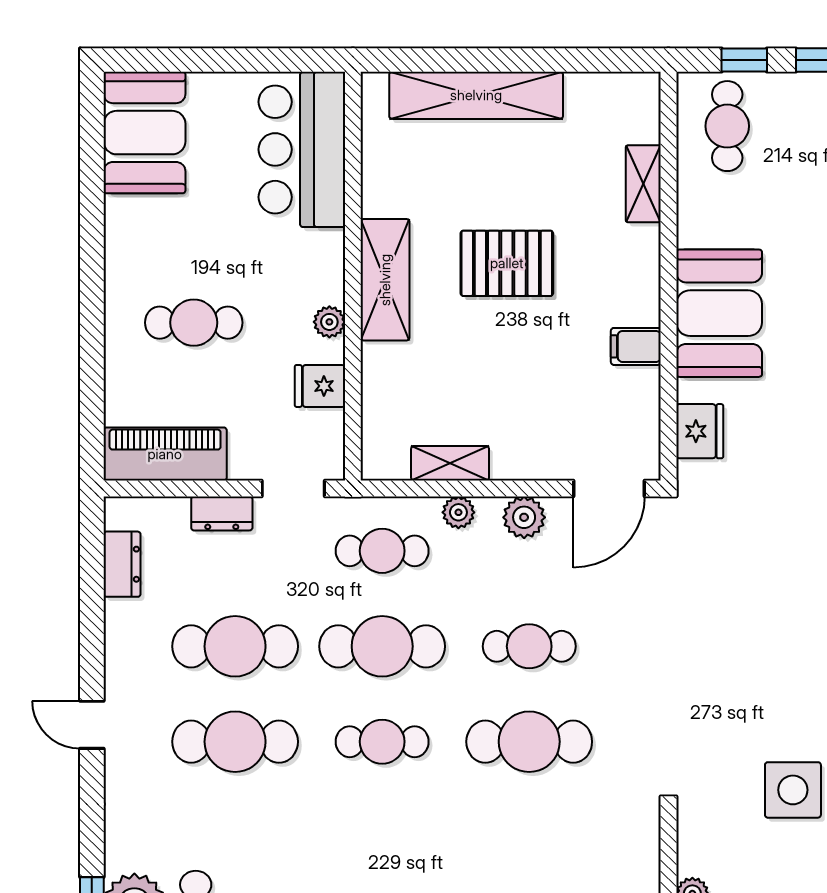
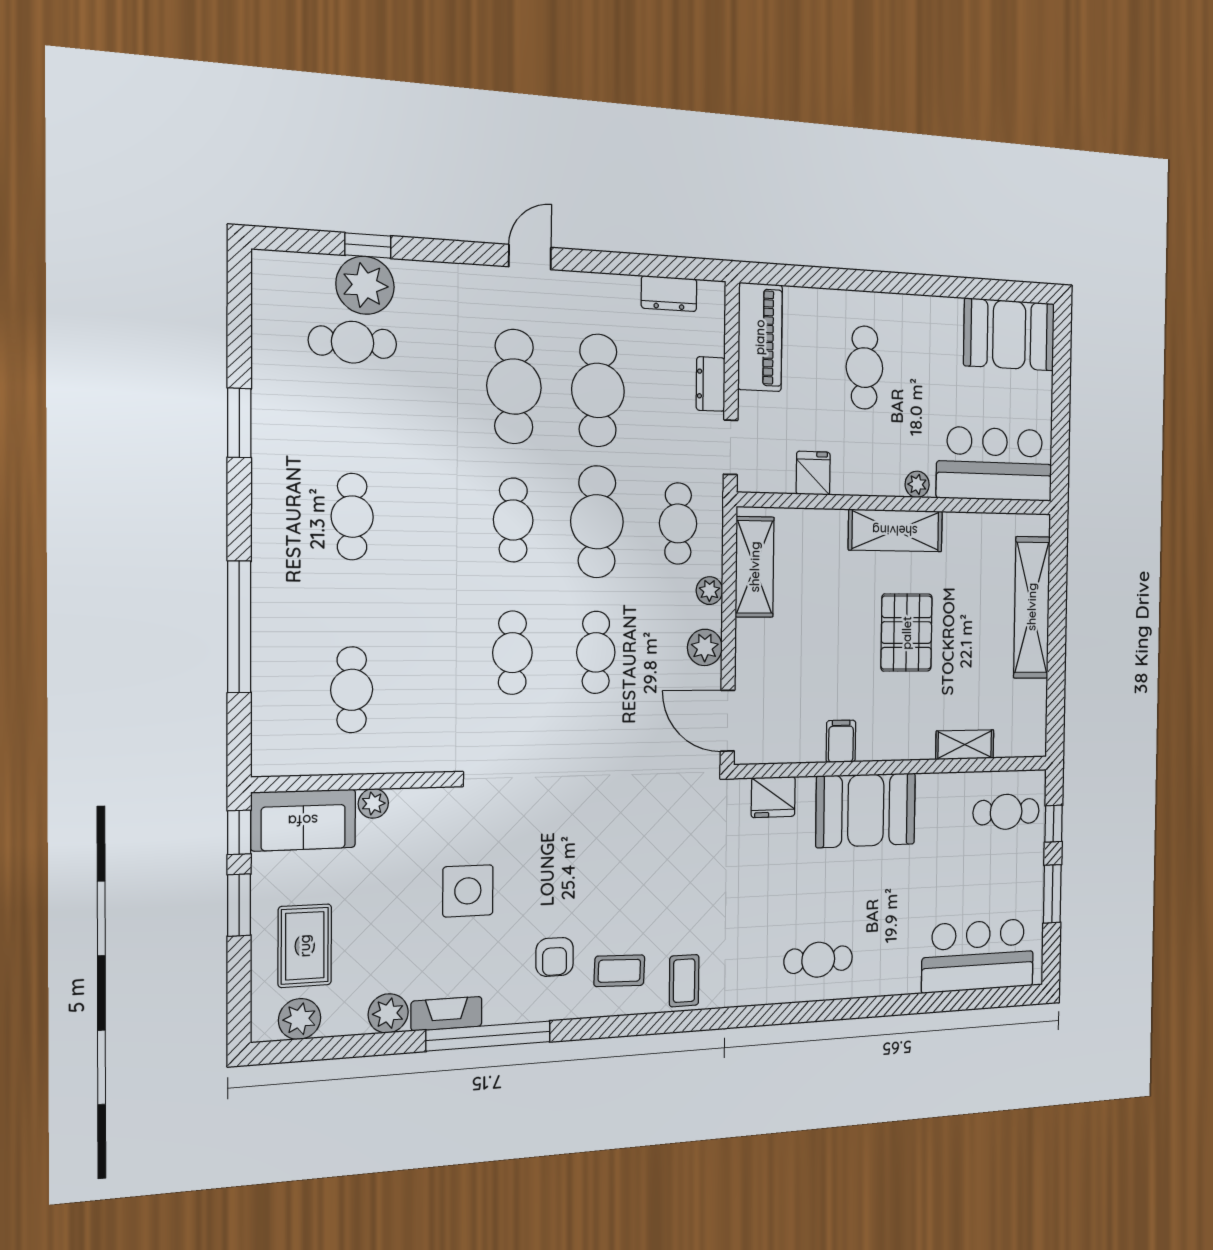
plant: (329, 322) -> (917, 484), moved
shelving: (450, 463) -> (755, 567), width x1.50, depth x1.33
cafe table: (529, 742) -> (512, 653), width x0.73, depth x0.74

